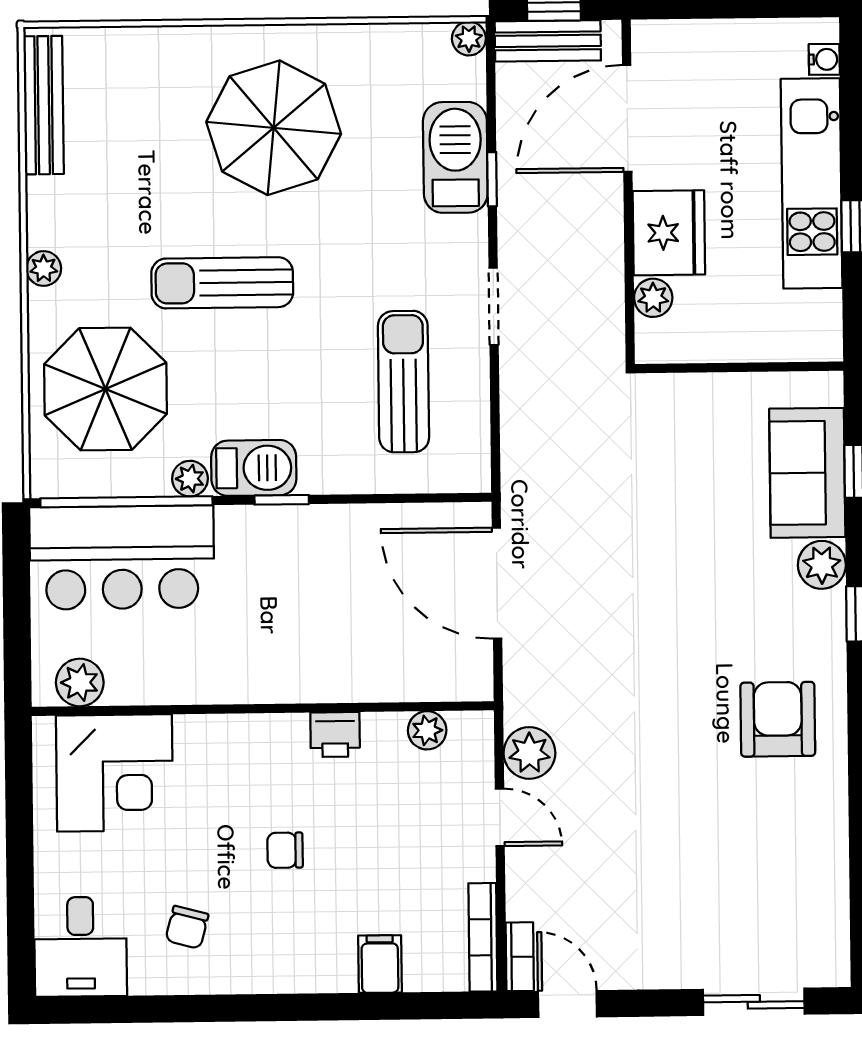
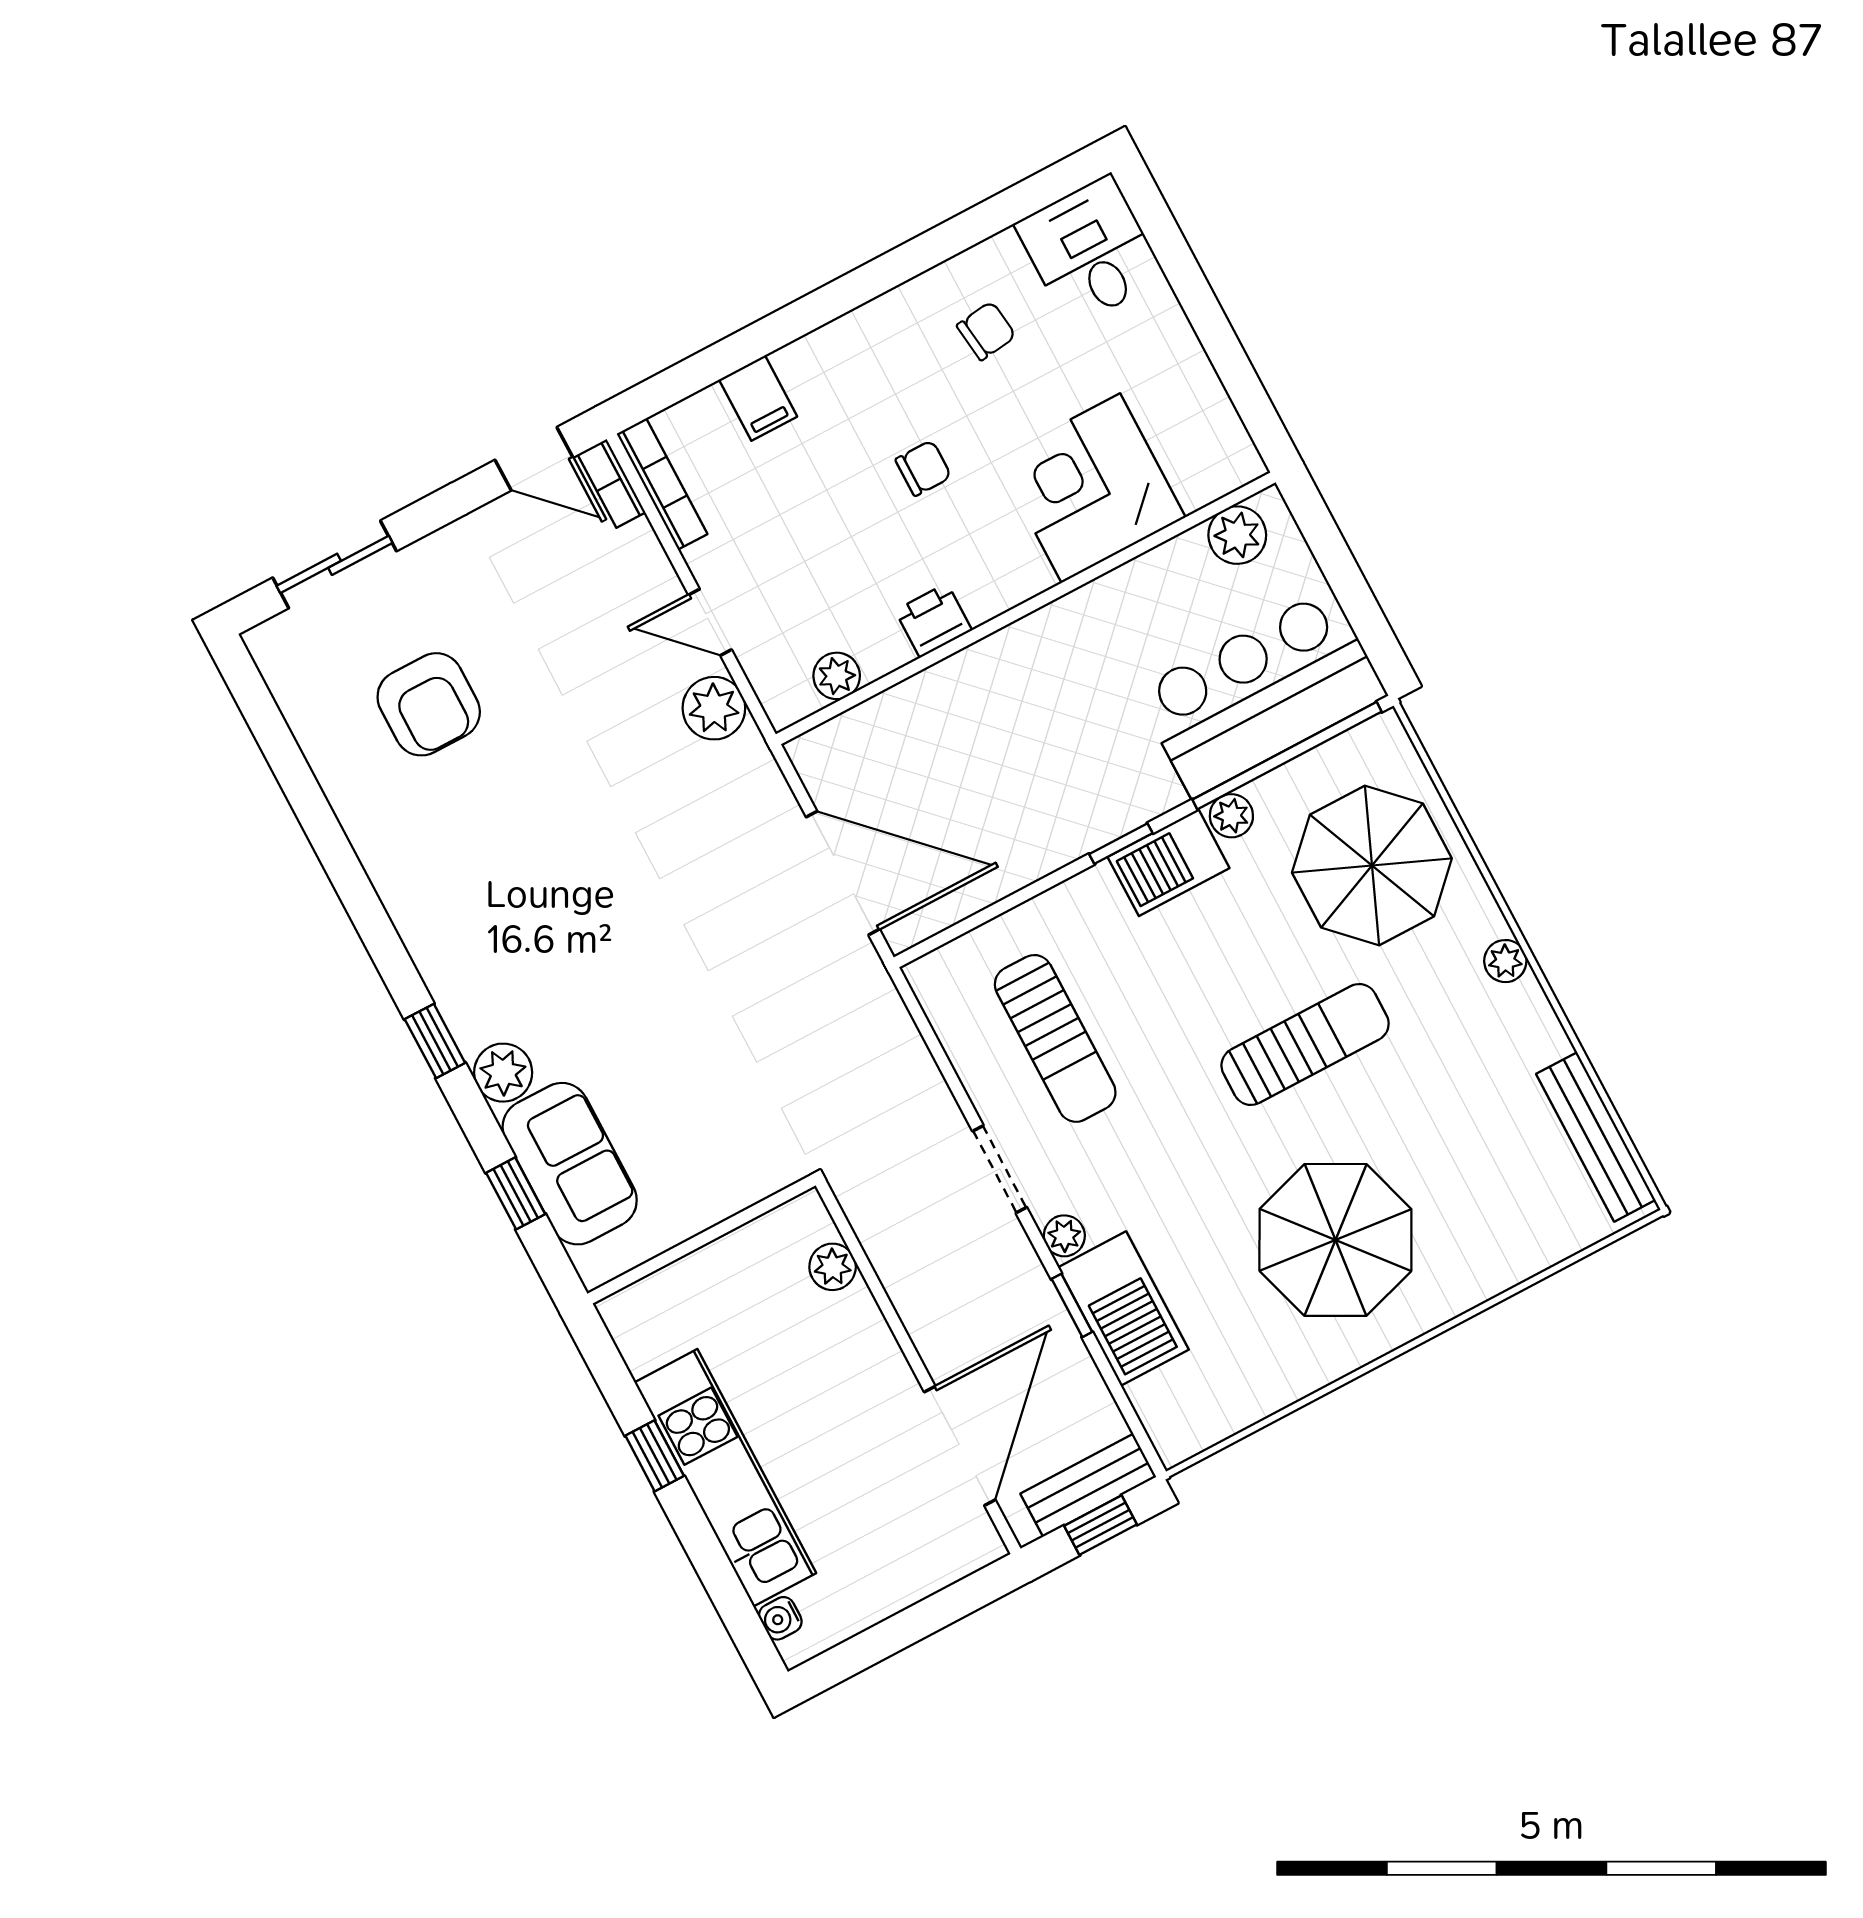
plant: (469, 39) -> (1064, 1236), moved
fridge: (669, 233) -> (852, 1346), removed
armchair: (778, 719) -> (429, 704), moved
corner desk: (115, 773) -> (1091, 488), moved
chair: (187, 927) -> (986, 331), turned 68

